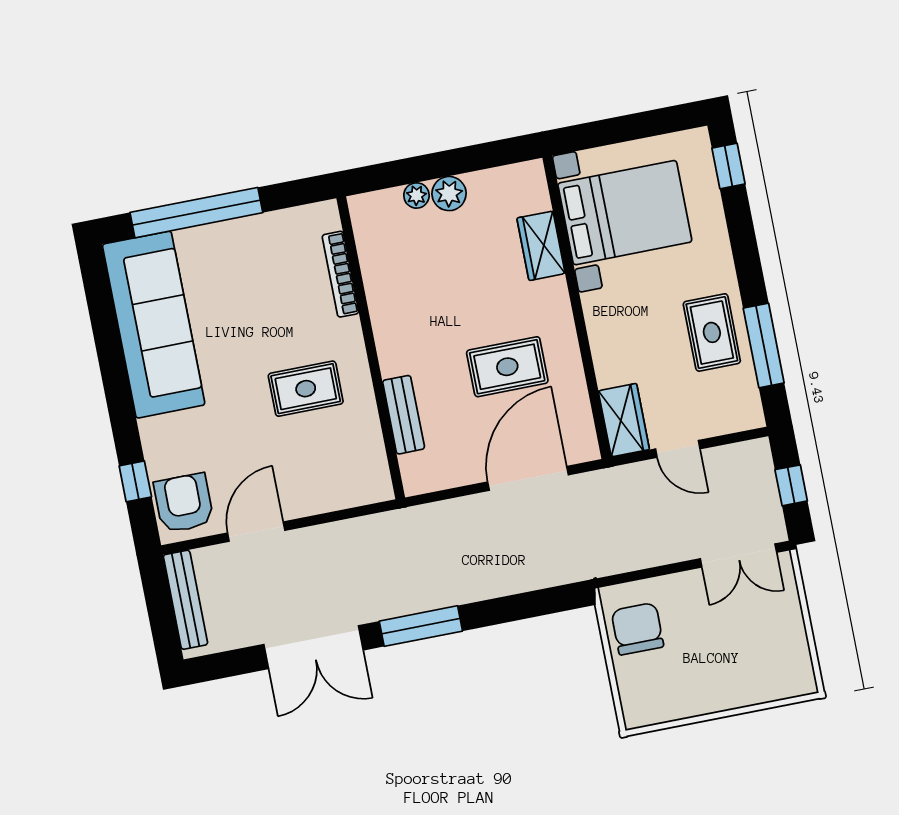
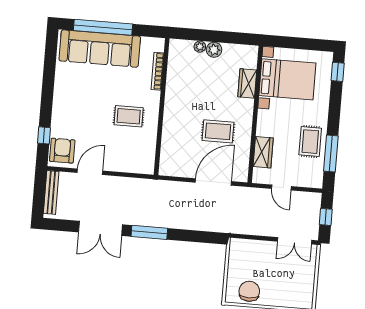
sofa: (154, 325) -> (100, 49), moved, turned 90
bench: (404, 415) -> (168, 139), removed
wardrobe: (624, 420) -> (263, 152), moved
chair: (637, 629) -> (249, 291), moved

